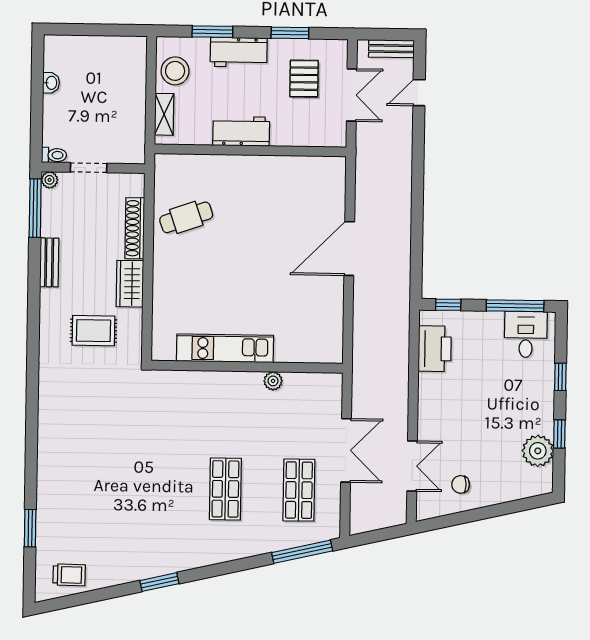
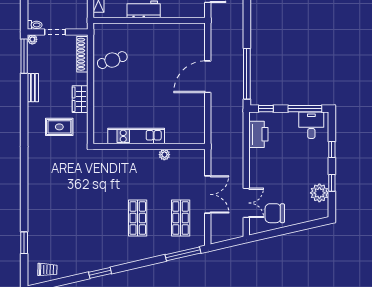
shoe rack: (135, 228) -> (82, 54), moved
window: (417, 245) -> (247, 74), added
chair: (461, 484) -> (275, 213), width x1.87, depth x1.87

